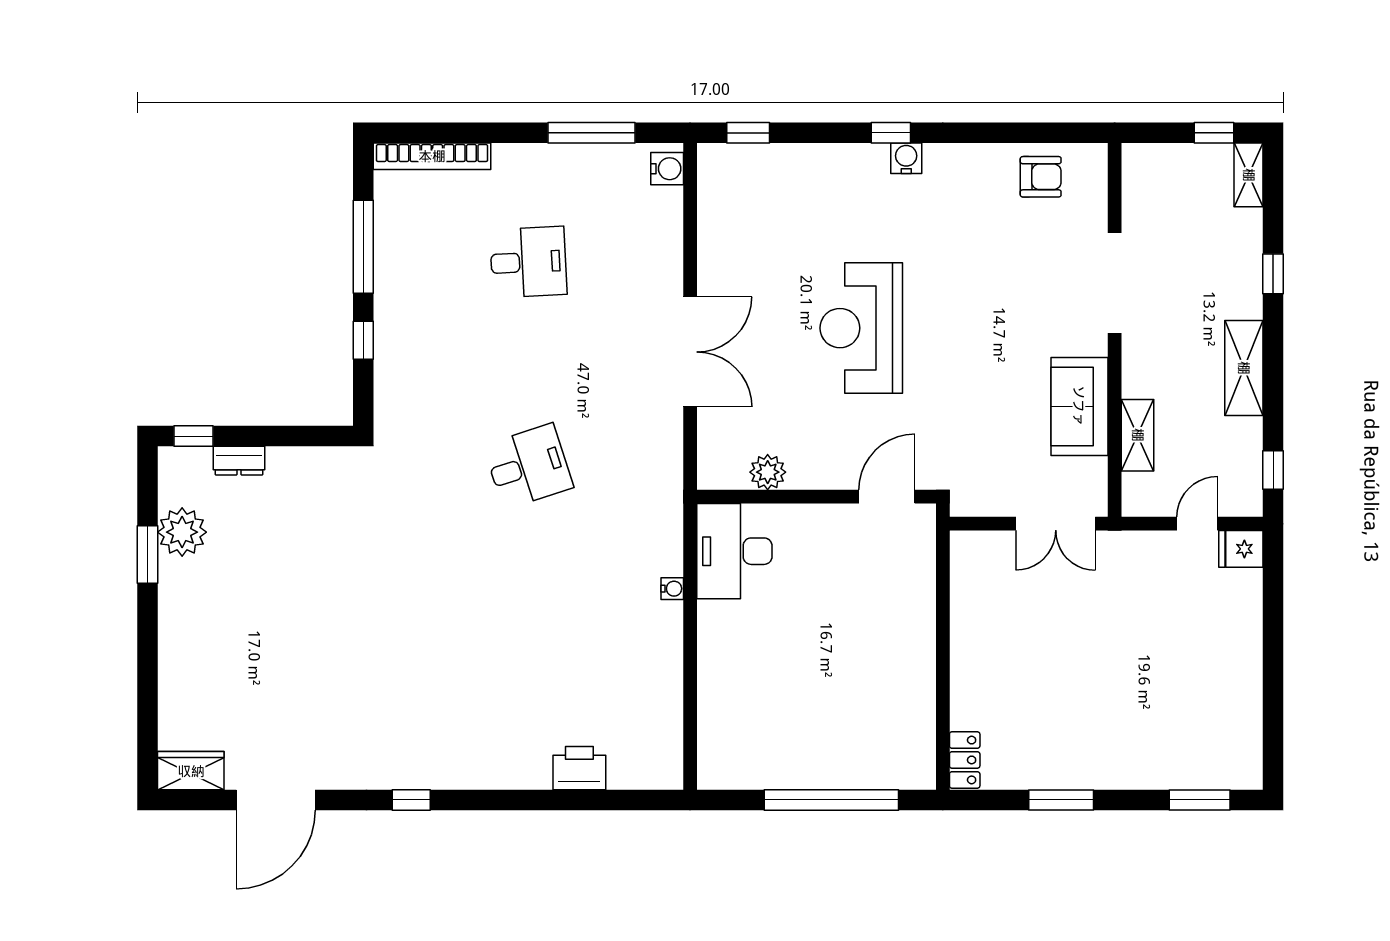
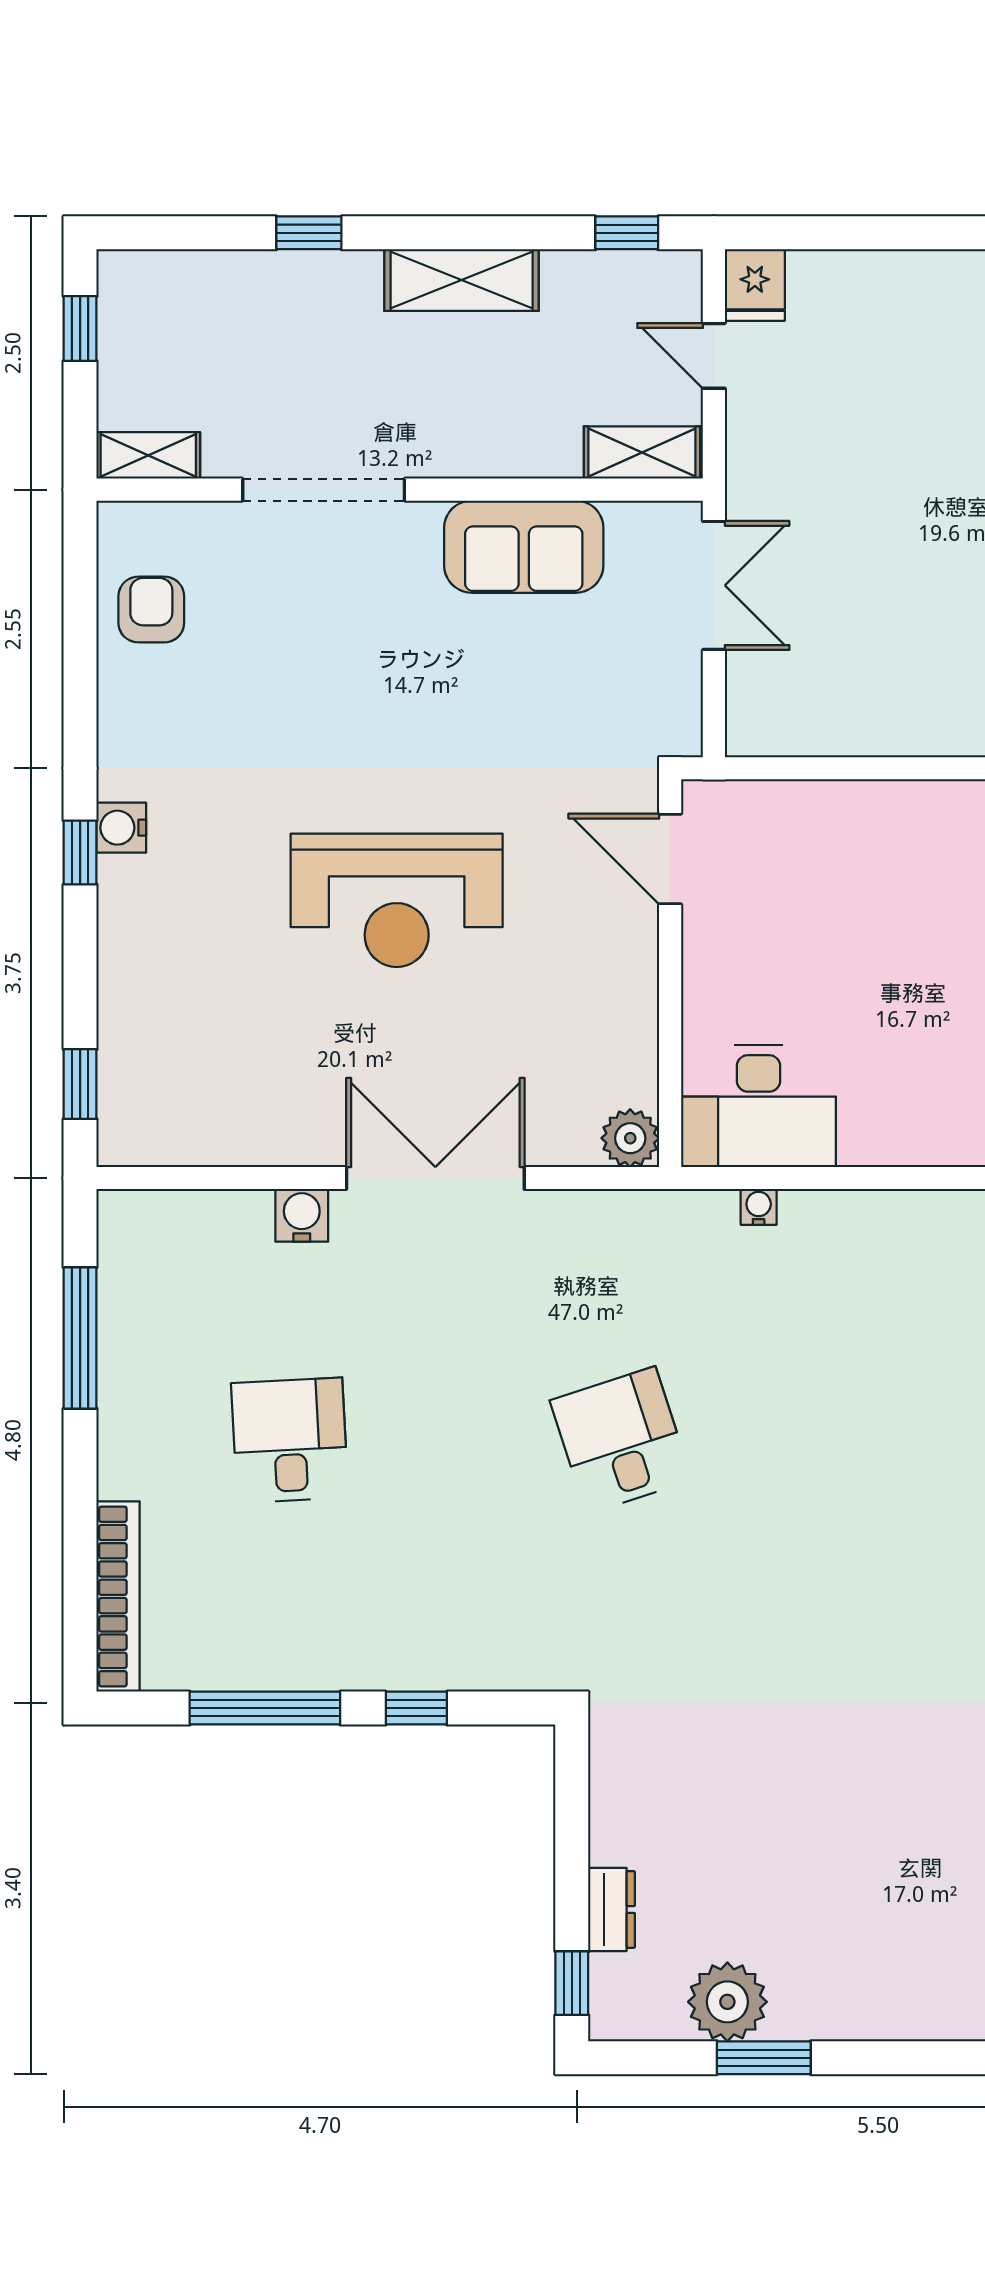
water cooler: (667, 169) -> (302, 1215), moved
shelving: (1249, 175) -> (148, 455), moved
shelving: (1138, 435) -> (642, 453), moved
plant: (768, 472) -> (630, 1138), moved
water cooler: (672, 589) -> (759, 1207), moved

